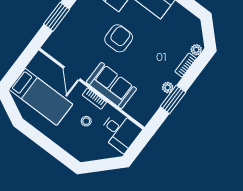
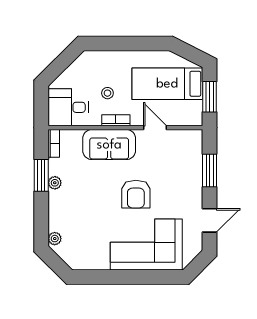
bookcase: (186, 65) -> (54, 143), moved
window: (19, 66) -> (210, 97), added

